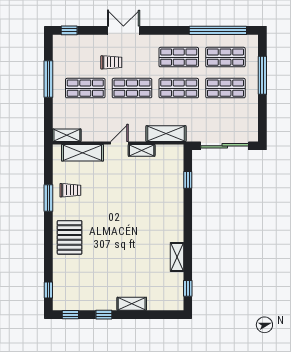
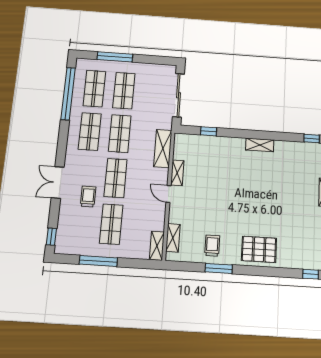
shelving: (83, 153) -> (173, 238), width x0.67, depth x0.75
shelving: (177, 257) -> (260, 145), moved

